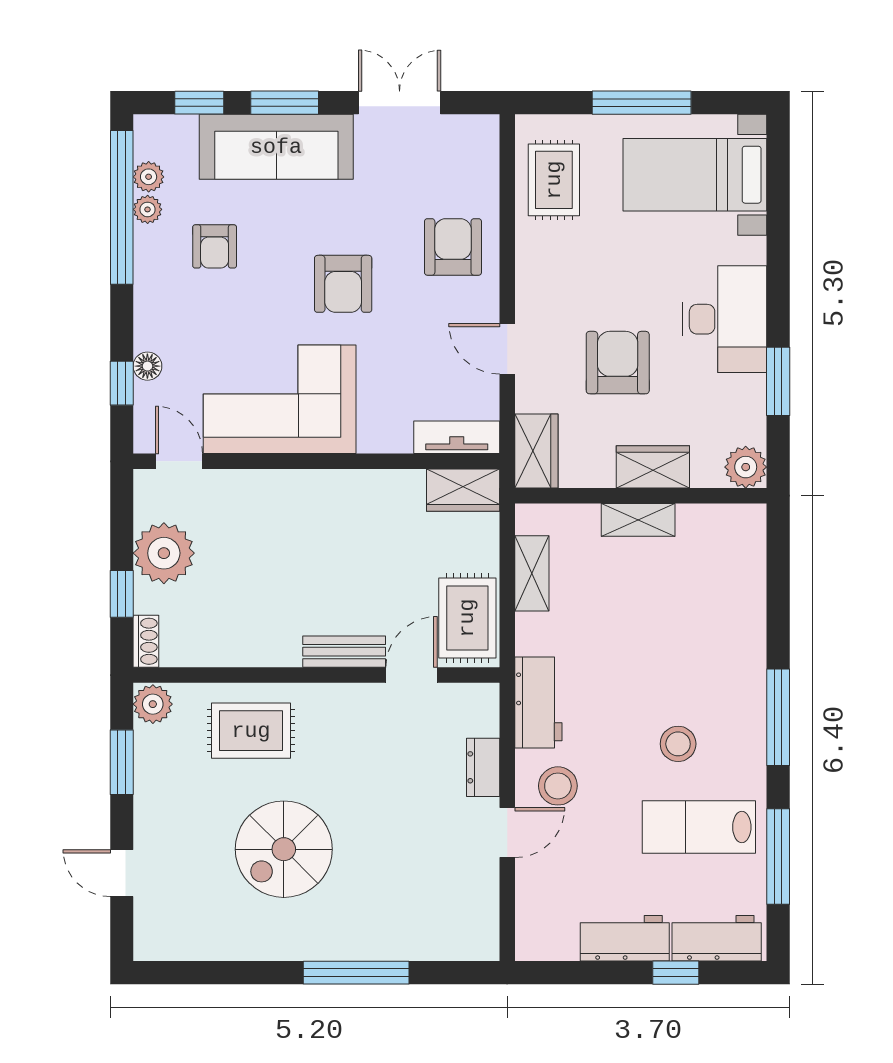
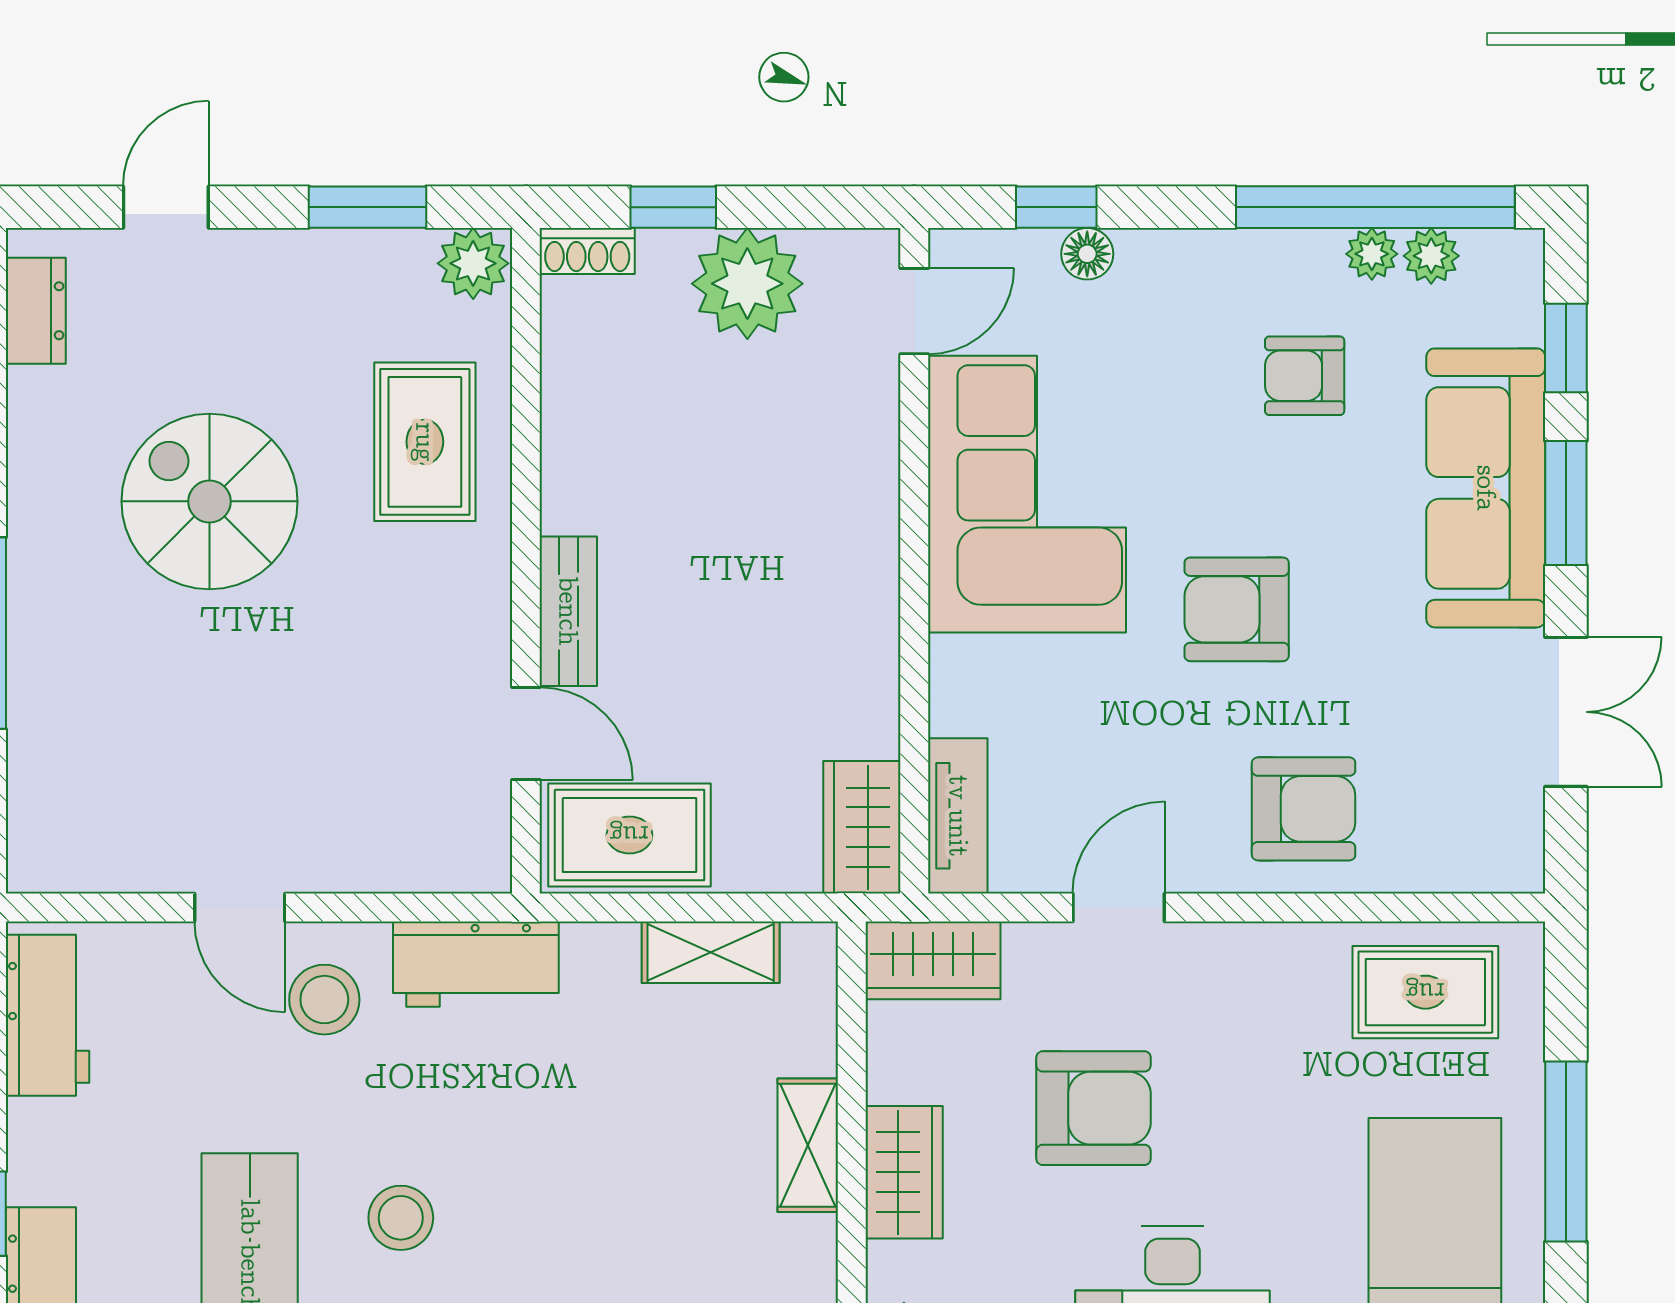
dresser: (483, 767) -> (36, 311), moved, turned 90
workbench: (625, 938) -> (48, 1015), moved

